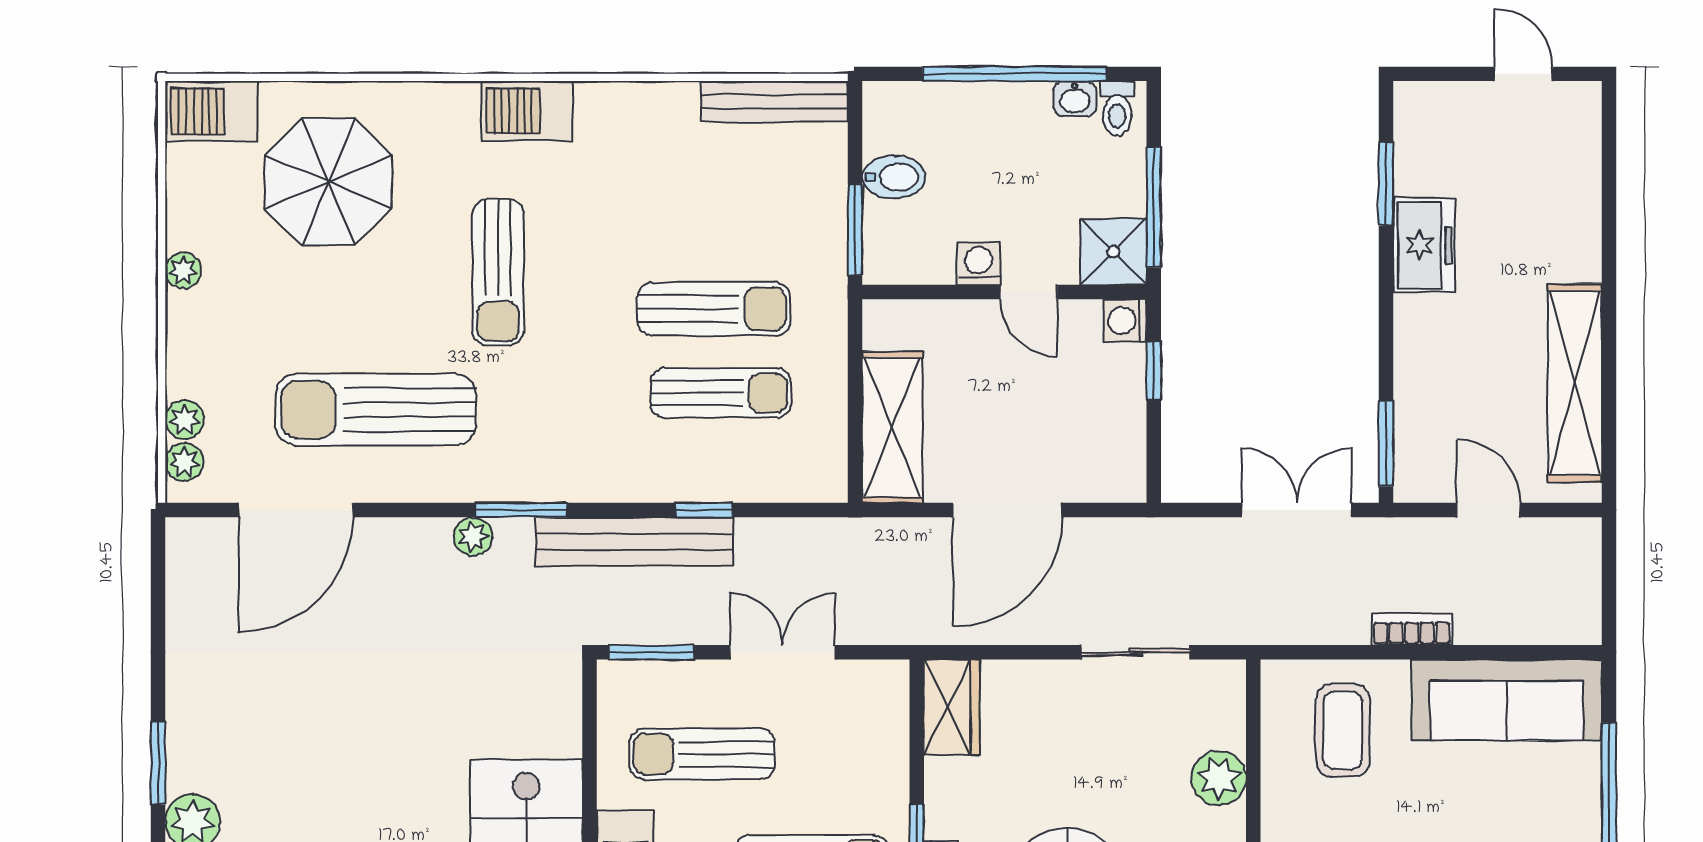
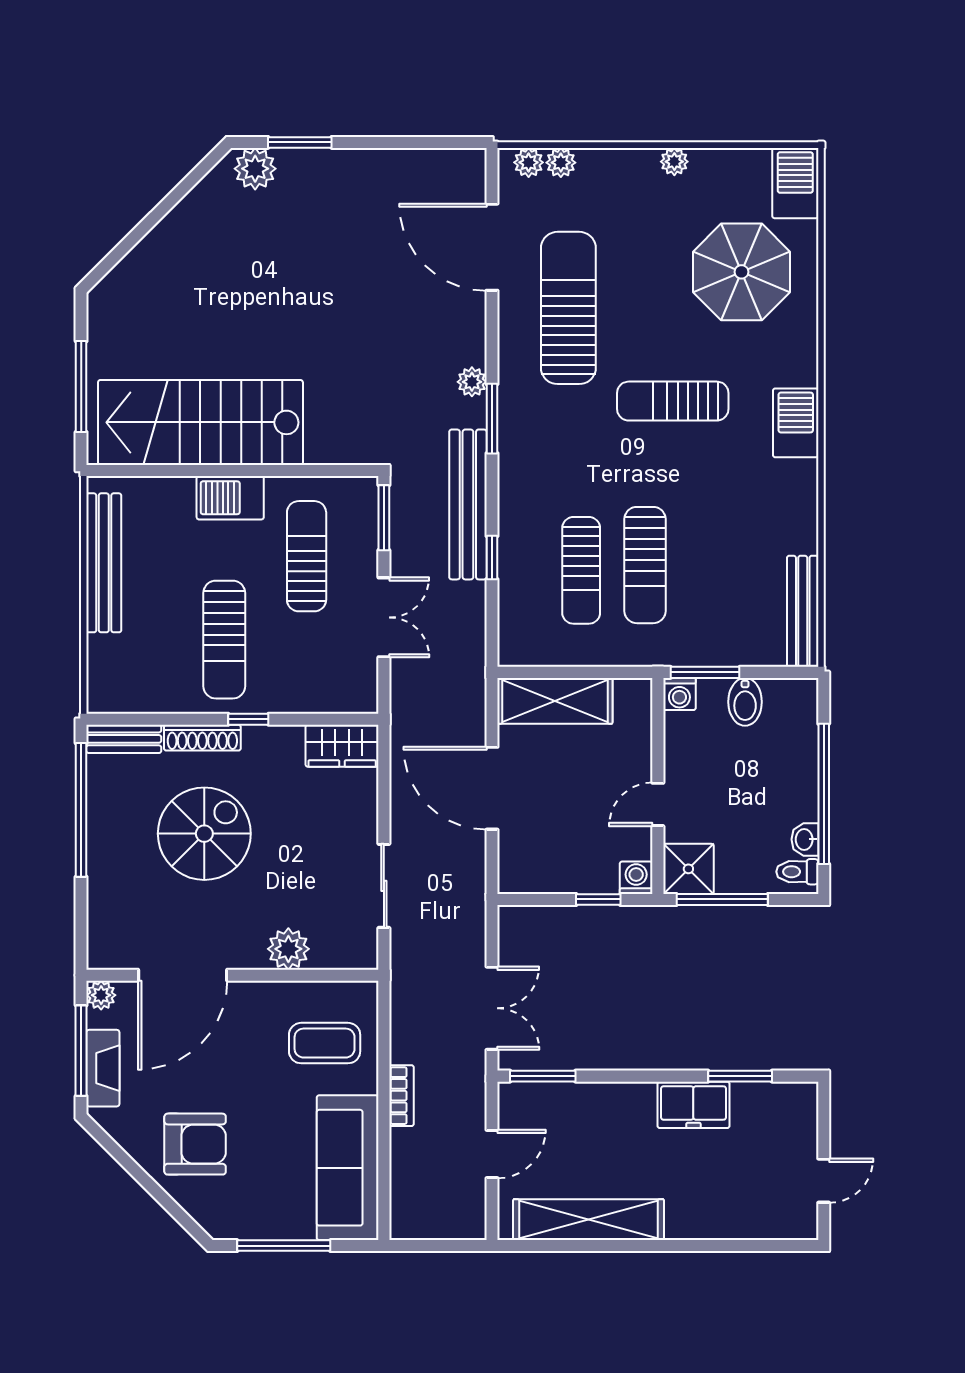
washing machine: (979, 264) -> (679, 694), moved, turned 90

